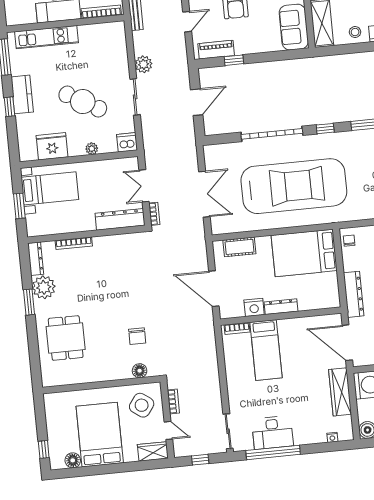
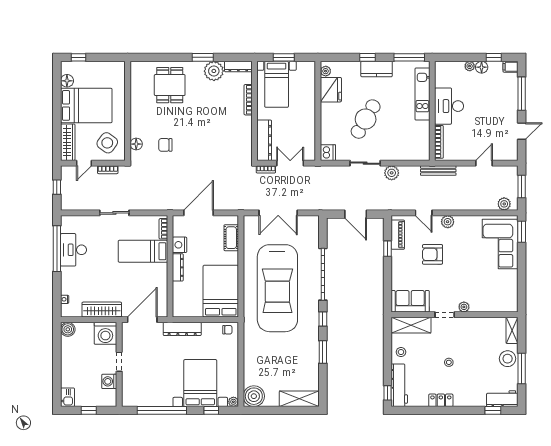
plant: (92, 149) -> (326, 71), moved
bed with nightstands: (50, 188) -> (277, 84), moved
dining table: (66, 338) -> (170, 85), turned 90
sliding door: (228, 431) -> (114, 213), moved
wardrobe: (153, 451) -> (68, 142), width x1.50

